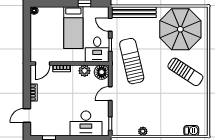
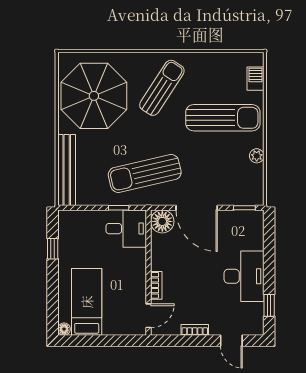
door: (110, 25) -> (87, 208), removed
bed: (73, 28) -> (87, 302), moved, turned -90
door: (42, 64) -> (149, 316), hinge flipped
plant: (85, 71) -> (160, 249), removed
door: (110, 94) -> (197, 208), width x1.88
sun lounger: (167, 110) -> (223, 118), added
desk: (86, 123) -> (244, 276), moved

